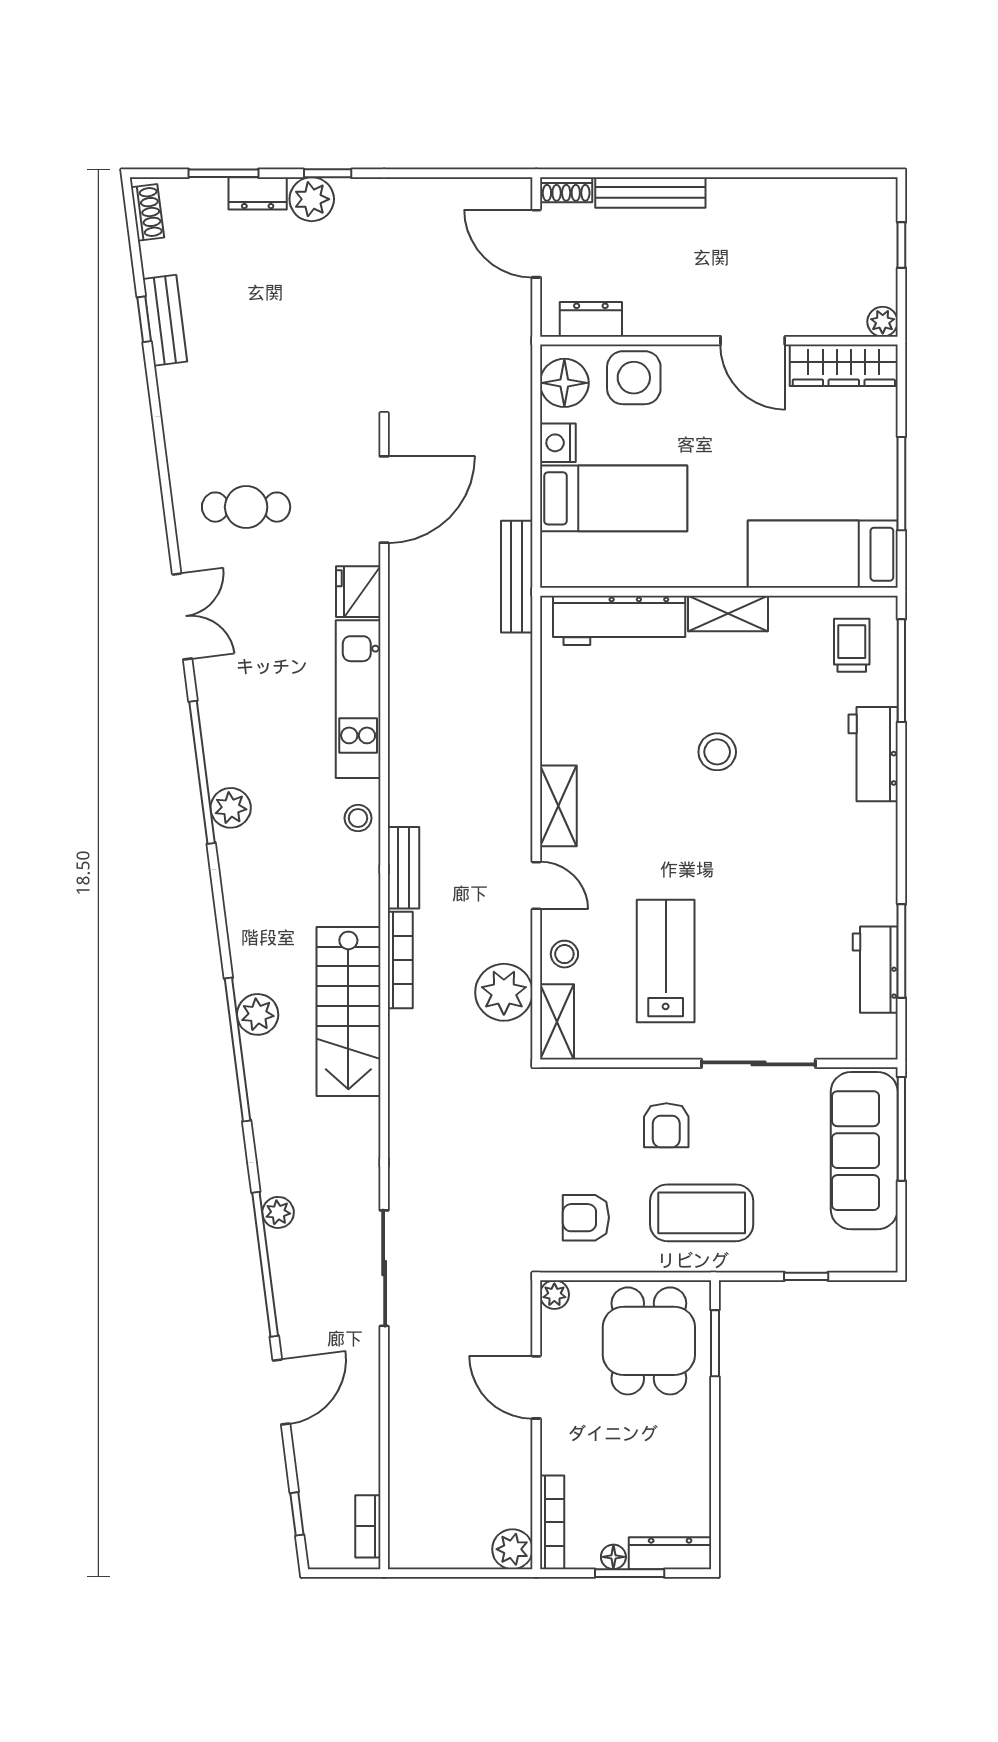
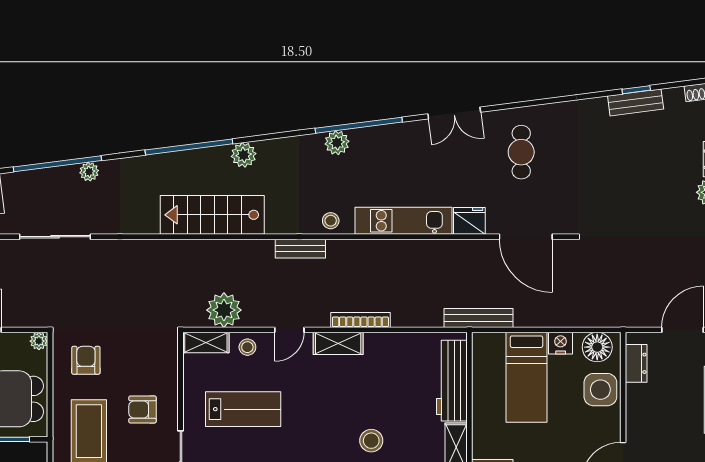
bookcase: (400, 960) -> (360, 320), moved, turned 180
plant: (258, 1014) -> (244, 155), moved

